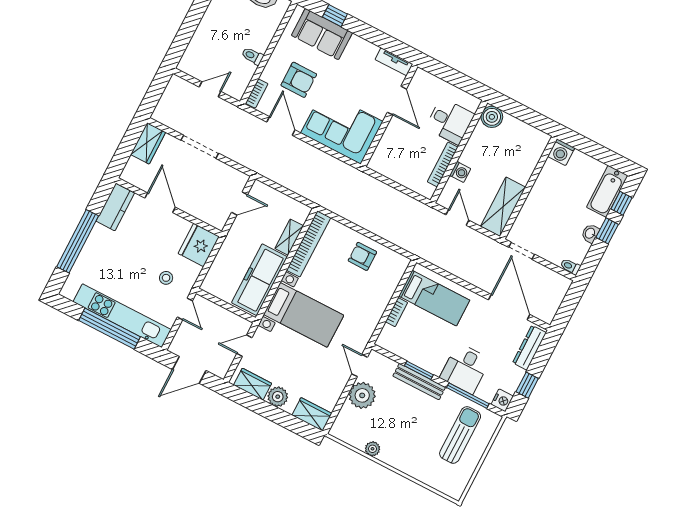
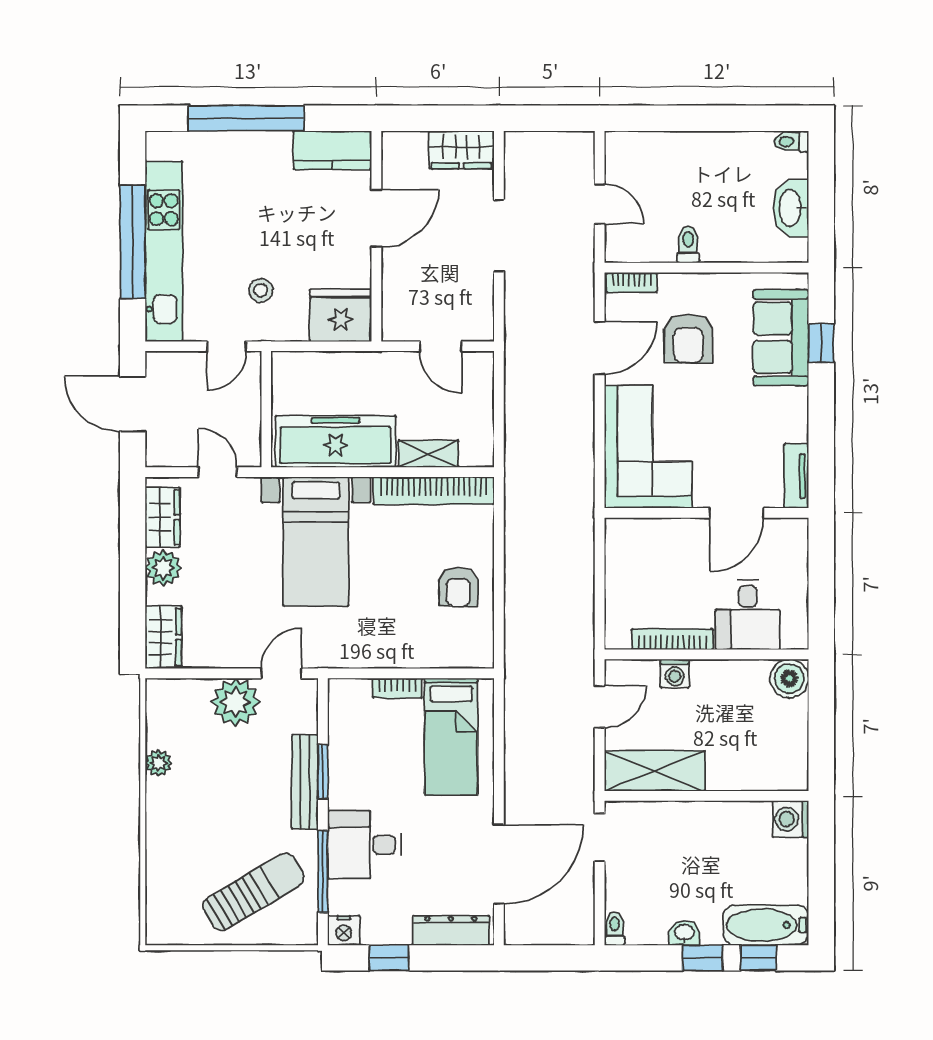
armchair: (362, 256) -> (458, 587), turned 180
sun lounger: (460, 435) -> (253, 892), turned -31

